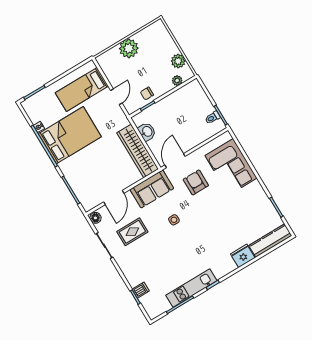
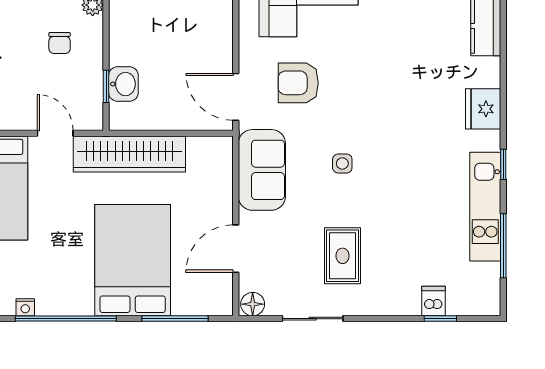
chair: (147, 93) -> (60, 43), moved
washbasin: (147, 132) -> (123, 84), moved, turned 90
bed: (70, 135) -> (133, 260), moved
wardrobe: (138, 151) -> (129, 154), moved
door: (114, 198) -> (236, 249), swing flipped
rug: (132, 232) -> (343, 256), moved
fridge: (243, 256) -> (483, 109), moved

